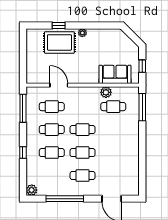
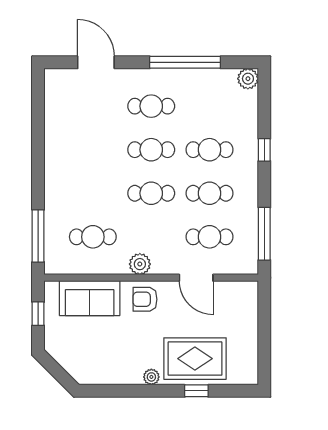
armchair: (86, 74) -> (145, 299), added
plant: (106, 92) -> (140, 264), moved

